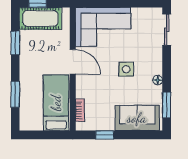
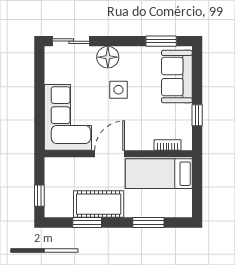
cot: (40, 18) -> (99, 204), moved, turned 90
floor lamp: (158, 80) -> (108, 57), moved, width x1.89, depth x1.89

